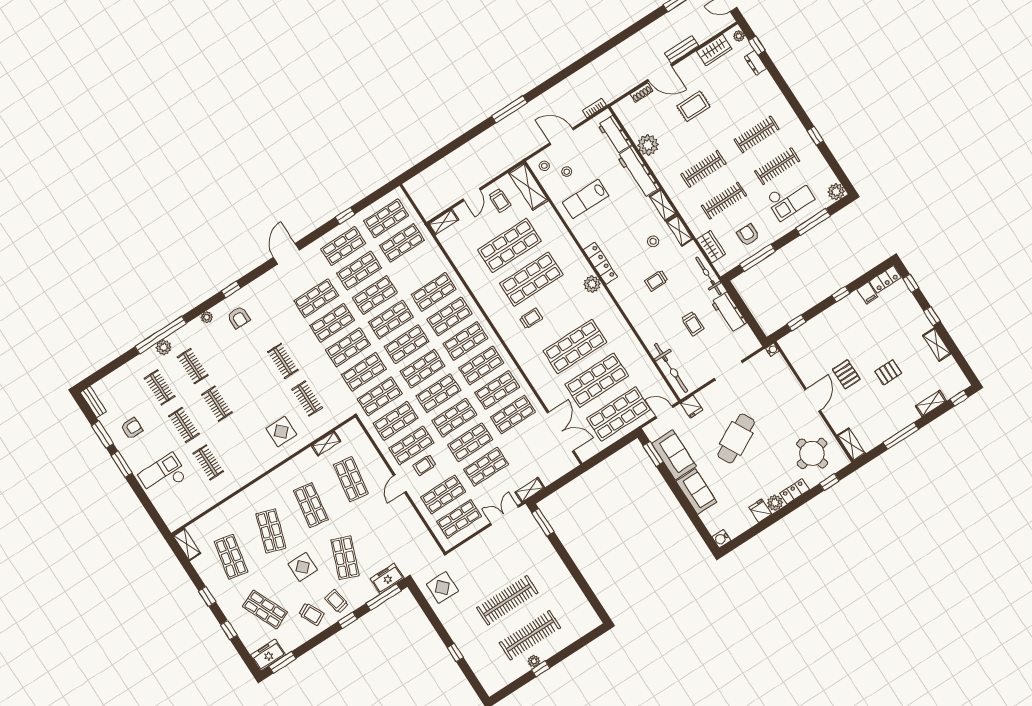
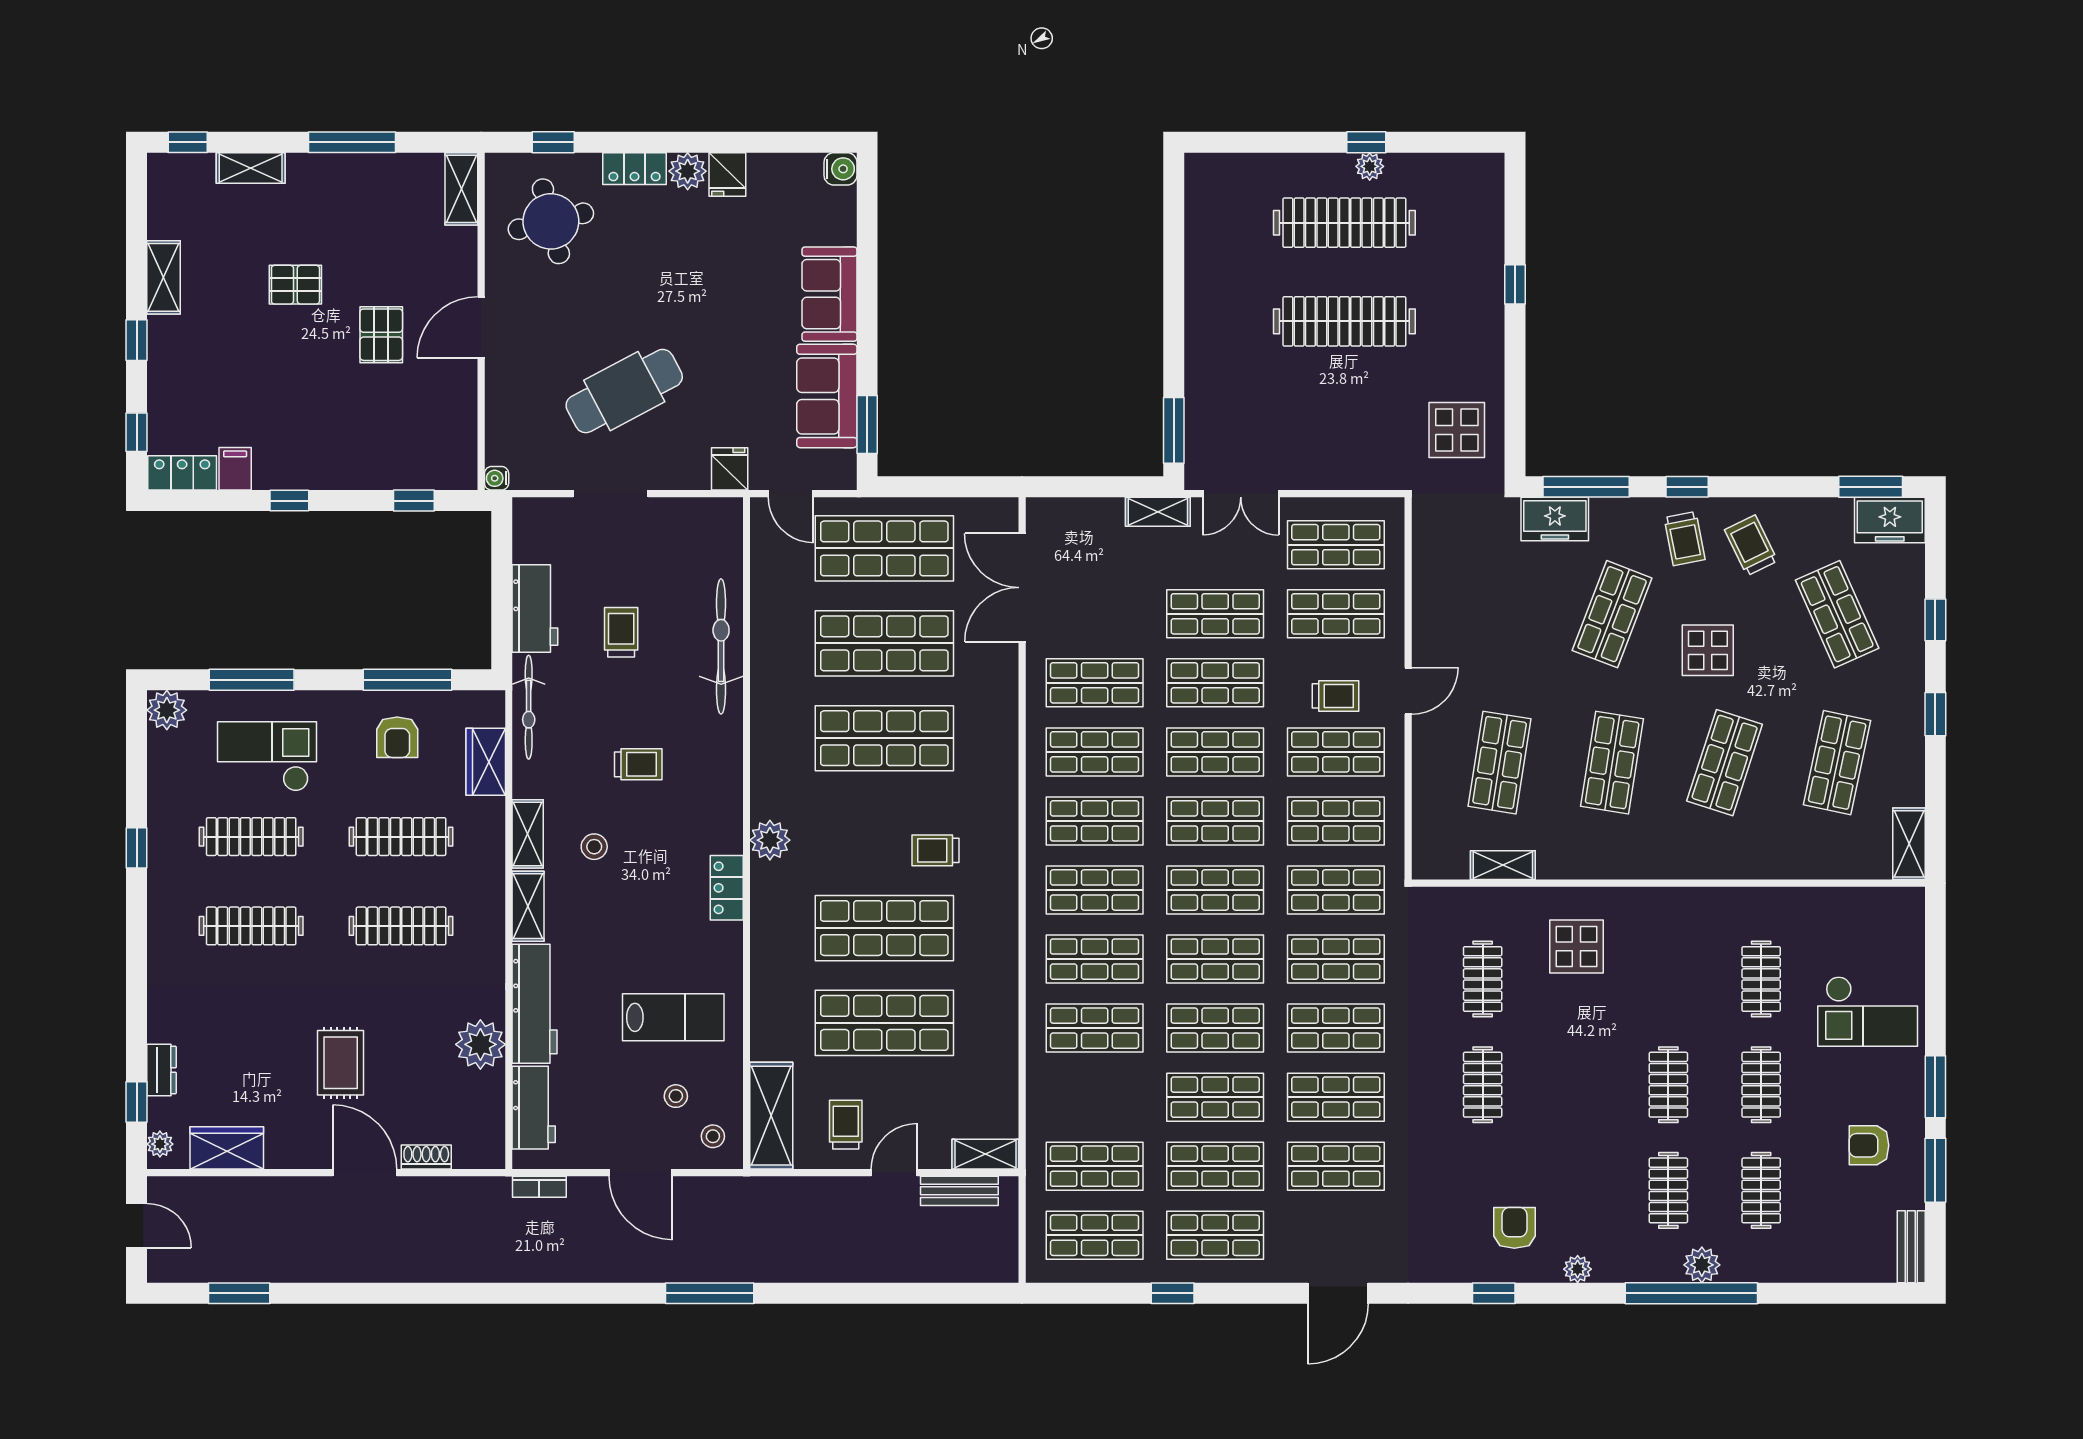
bench: (682, 50) -> (959, 1191), moved
rug: (693, 106) -> (341, 1063), turned 90
locker: (600, 263) -> (727, 888), width x0.66
bicycle: (671, 368) -> (721, 646), moved
cafe table: (736, 438) -> (624, 391), moved

